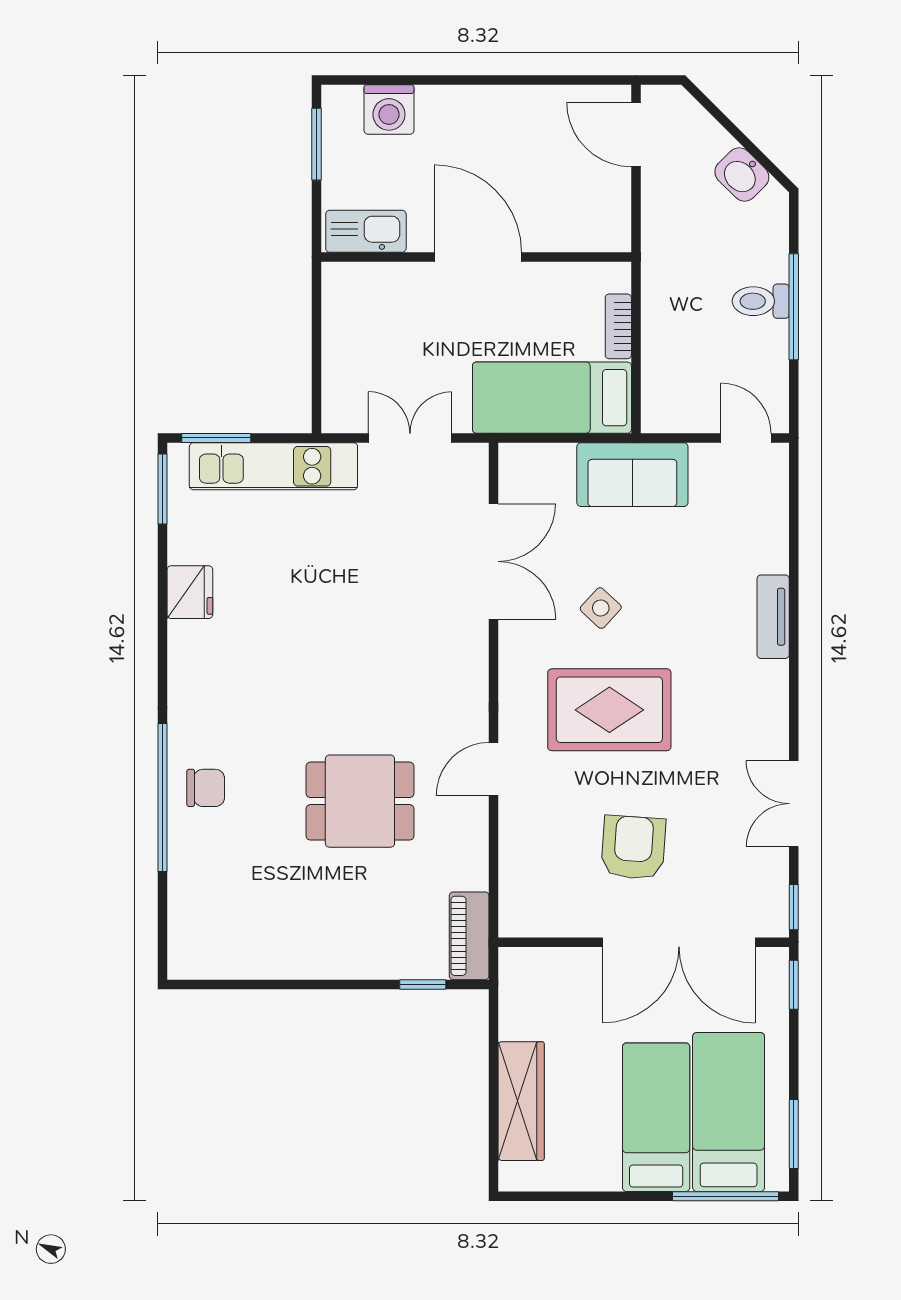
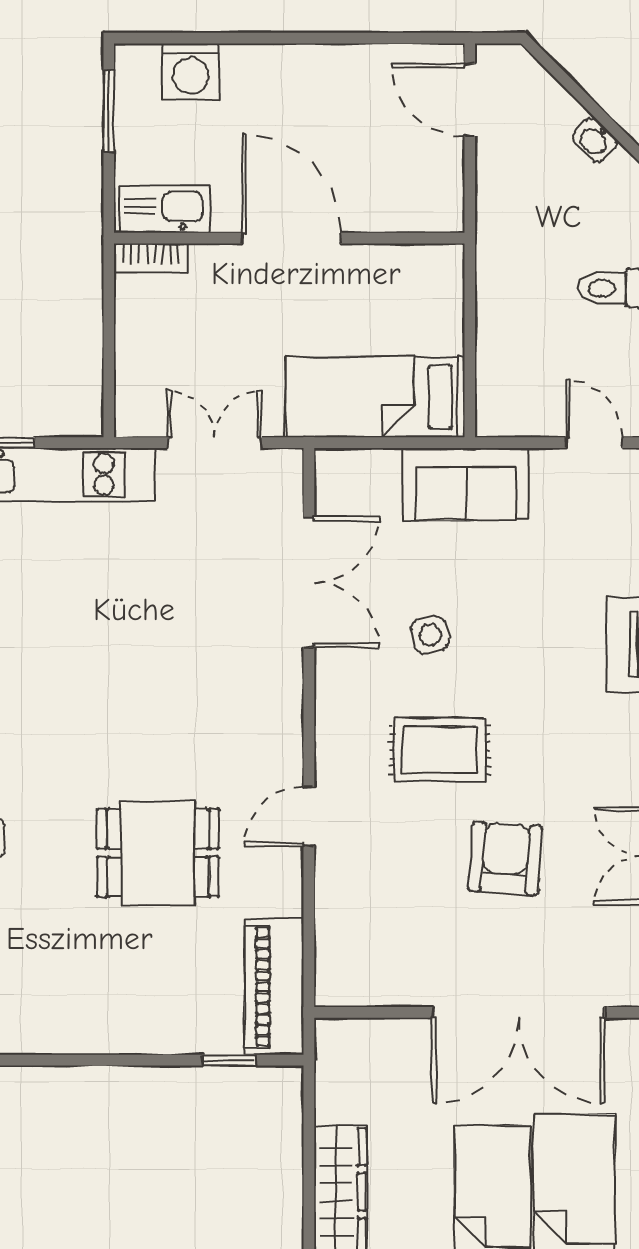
washbasin: (742, 174) -> (595, 140), width x0.72, depth x0.69
bookcase: (618, 326) -> (151, 258), moved, turned -90
side table: (601, 608) -> (430, 635), turned 33
rug: (609, 710) -> (440, 750), width x0.73, depth x0.70
armchair: (633, 848) -> (506, 858), moved
piano: (469, 936) -> (274, 987), width x1.37, depth x1.33

